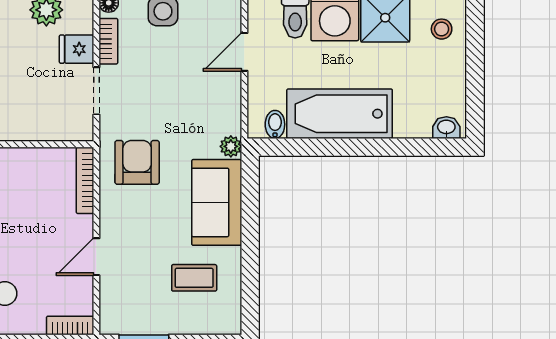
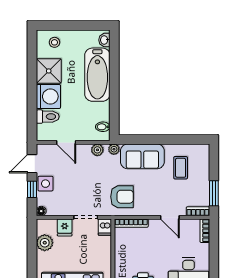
bookcase: (108, 41) -> (198, 211), moved
plant: (229, 114) -> (97, 150), added
bathtub: (340, 114) -> (97, 75), moved
dishwasher: (77, 129) -> (105, 227), added
armchair: (137, 162) -> (122, 197), turned 180

